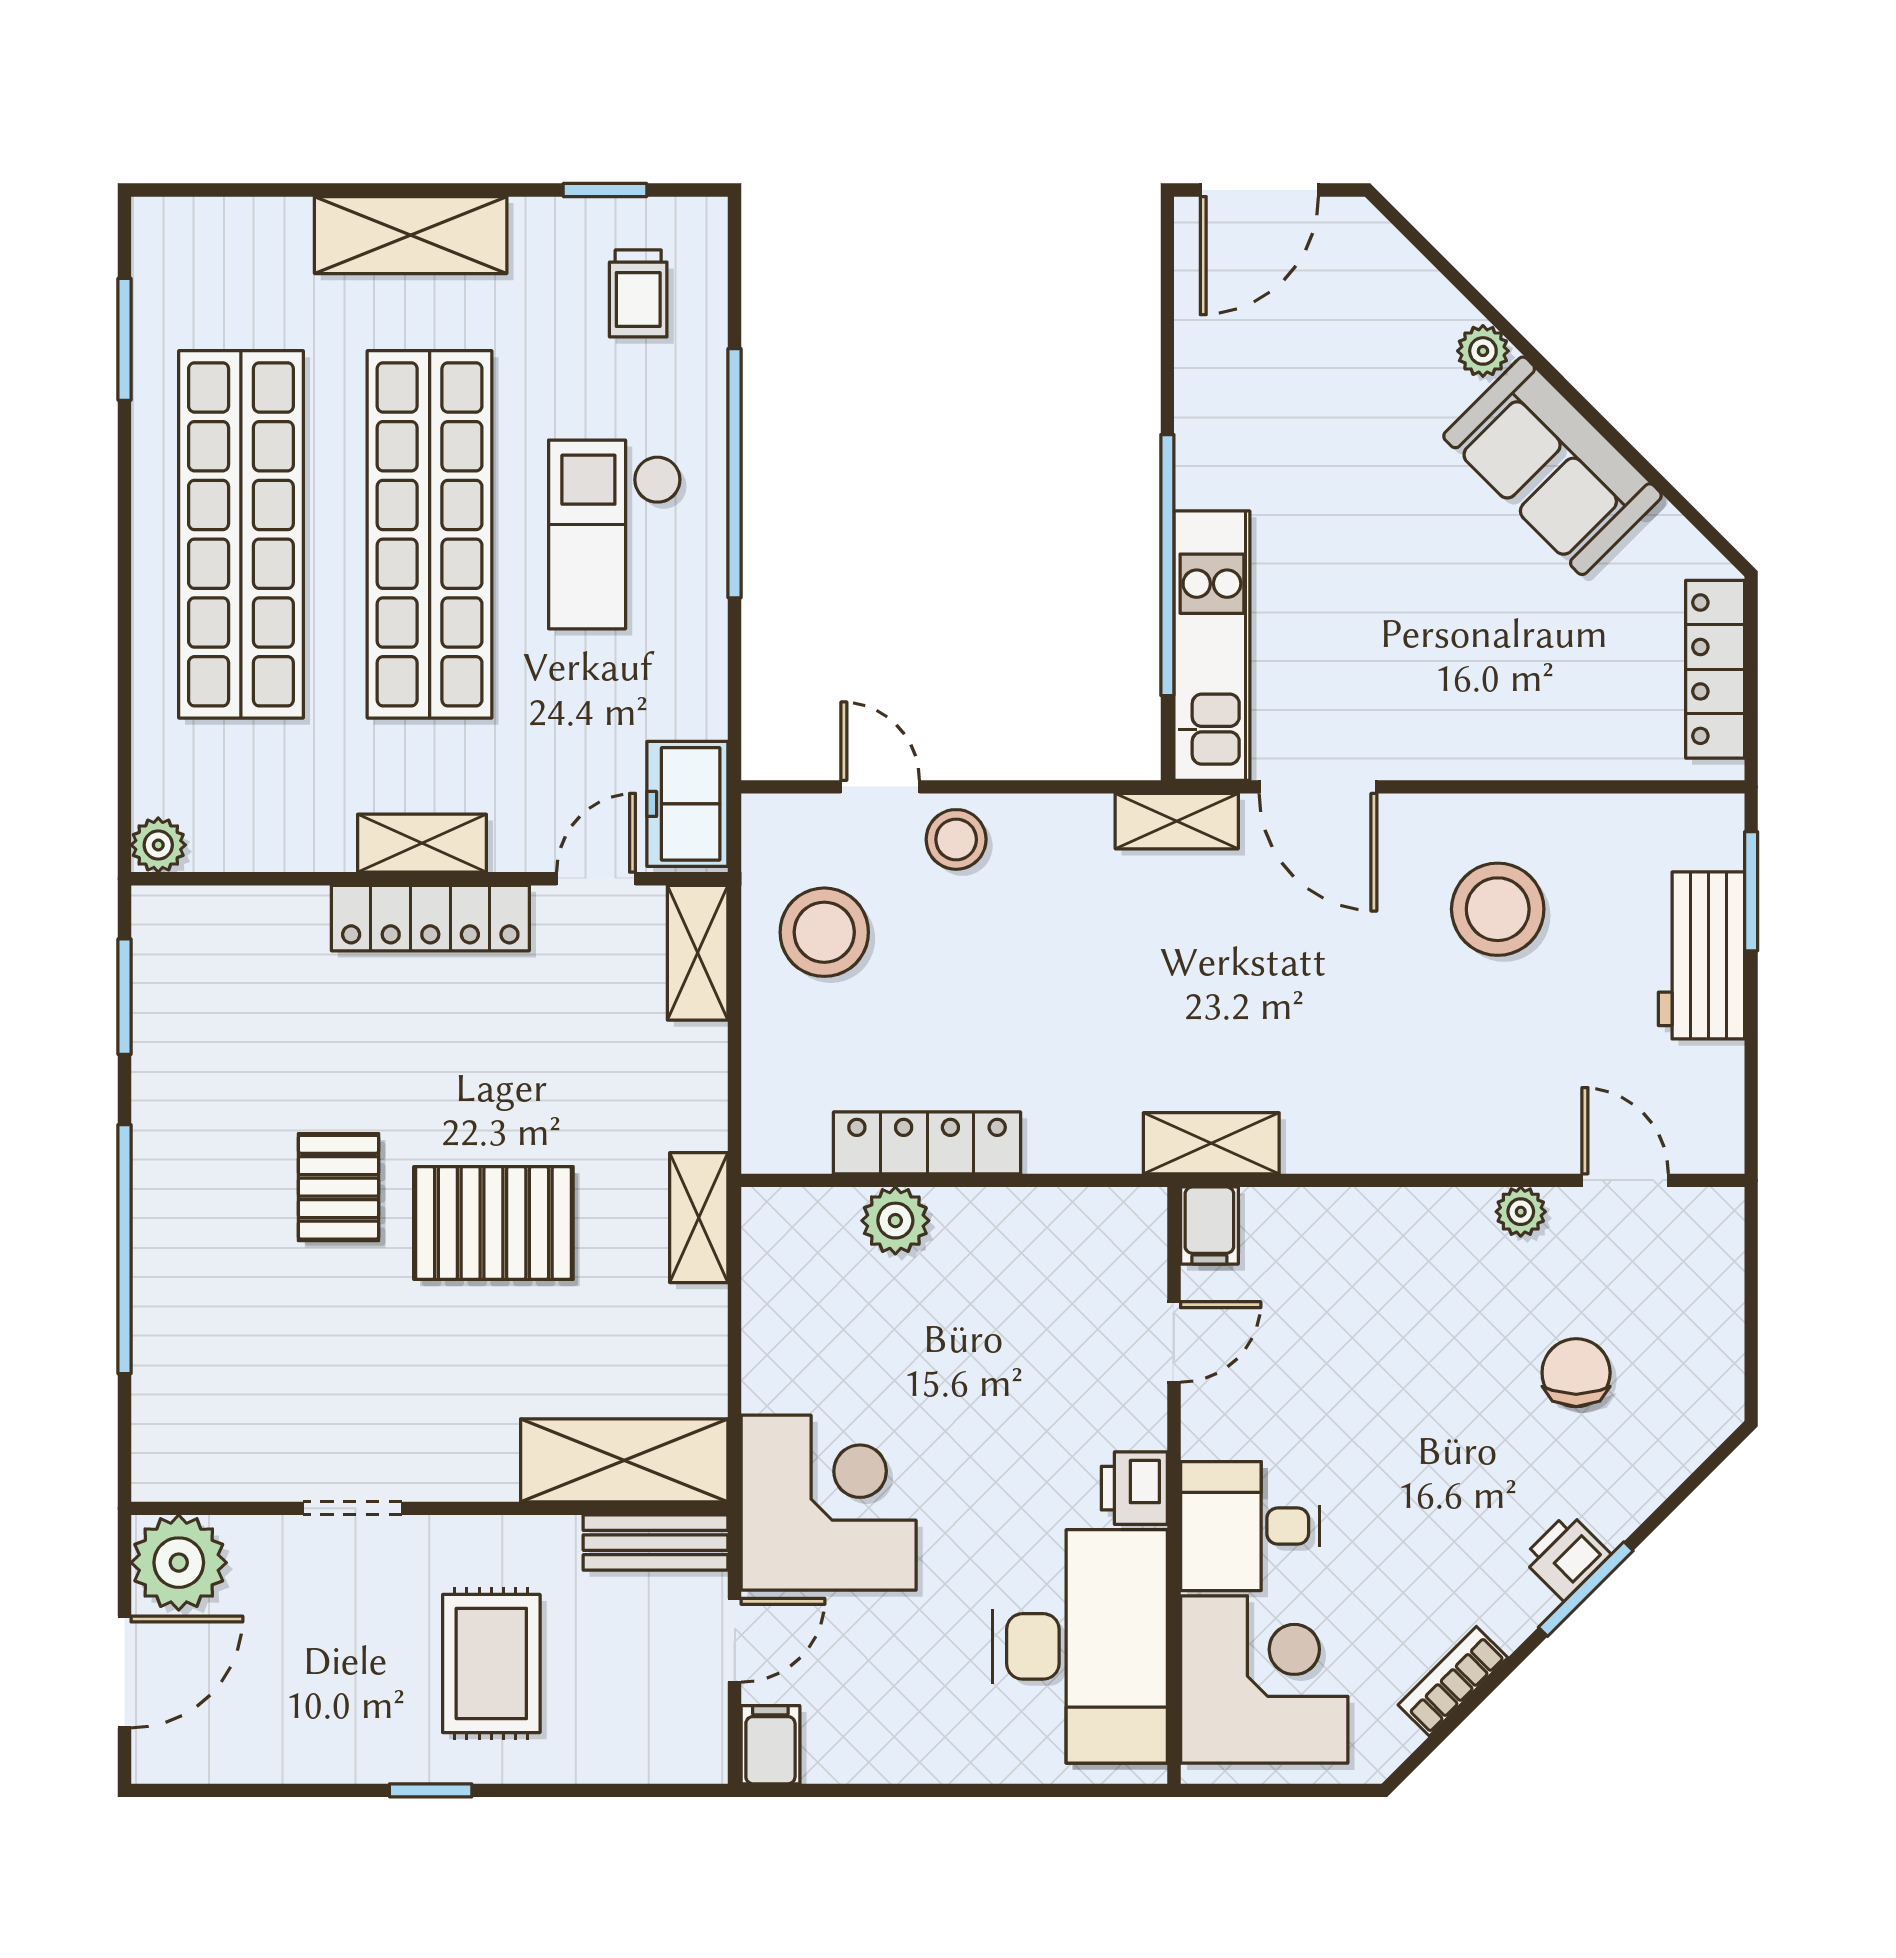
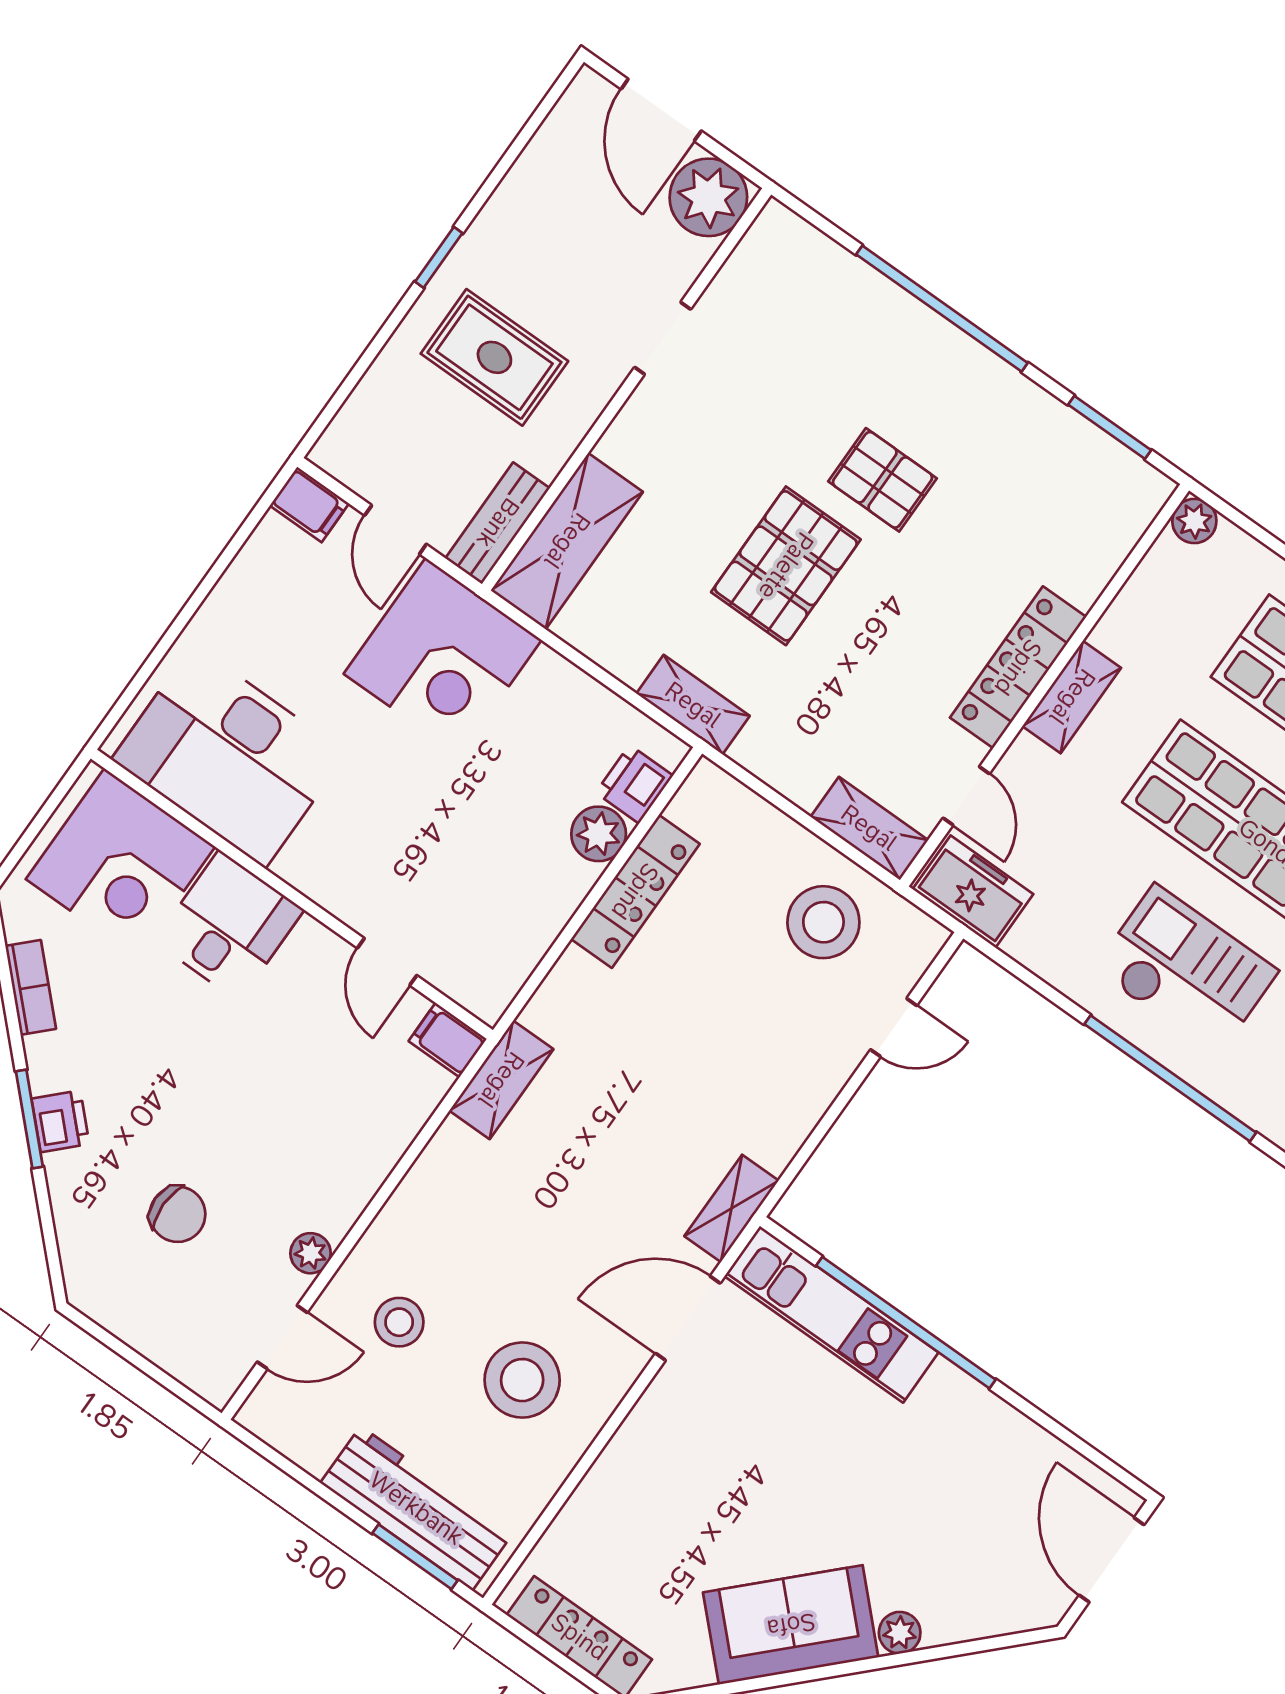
stool: (956, 839) -> (399, 1322), moved
workbench: (1701, 955) -> (416, 1508), width x1.38
printer: (1134, 1488) -> (634, 784), moved, turned -90

